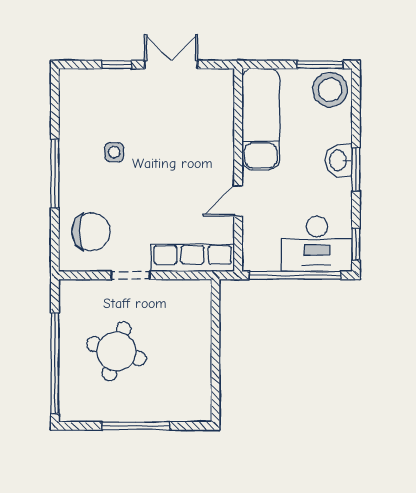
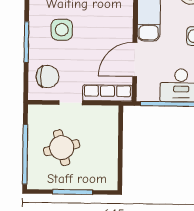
side table: (114, 152) -> (62, 30), width x1.87, depth x1.87
door: (238, 201) -> (135, 59), width x1.87
round table: (117, 351) -> (62, 148), turned -33

